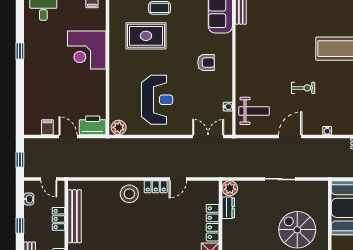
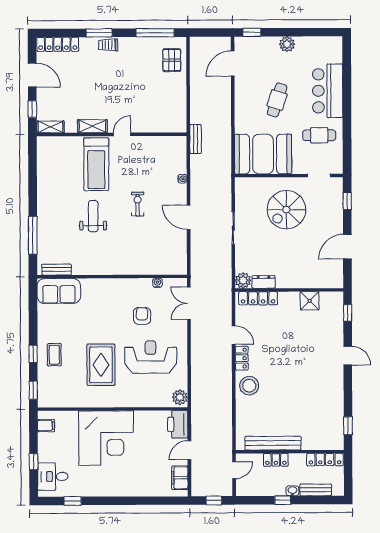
rug: (146, 36) -> (101, 365), moved
corner desk: (87, 50) -> (106, 438), width x1.36, depth x1.36
window: (20, 51) -> (73, 501), moved
armchair: (206, 63) -> (142, 316), moved
weight bench: (254, 111) -> (93, 216), moved
filing cabinet: (47, 127) -> (180, 478), width x2.00
washbasin: (29, 199) -> (292, 491), moved
locker: (213, 223) -> (258, 298), moved

